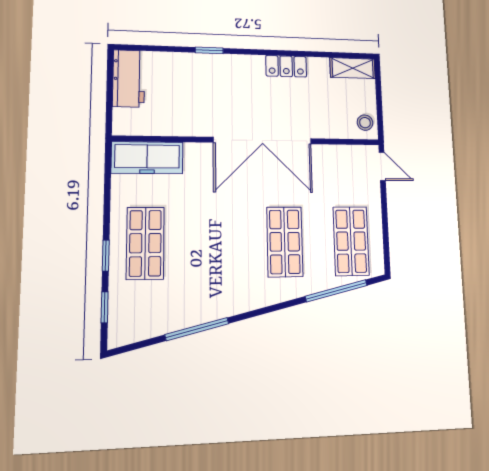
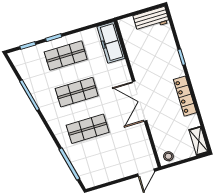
locker: (286, 66) -> (185, 96), width x1.53
double door: (263, 141) -> (140, 101), width x0.73
shop shelf: (351, 241) -> (77, 92), moved

